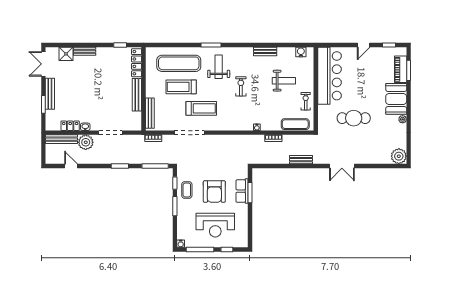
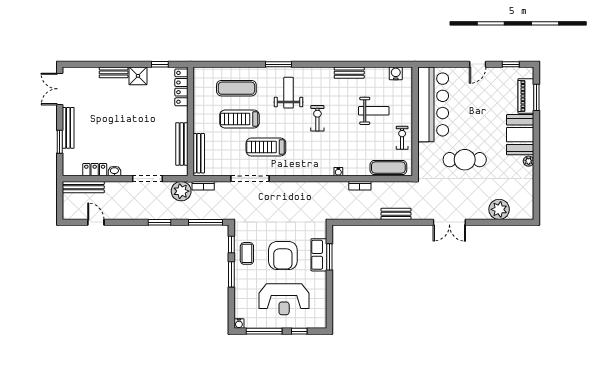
shower: (66, 54) -> (138, 76), moved
exercise mat: (179, 63) -> (236, 88), width x0.73, depth x0.69
bench: (137, 95) -> (182, 144), moved
treadmill: (201, 108) -> (266, 147), turned 180
plant: (86, 142) -> (181, 191), moved
plant: (399, 156) -> (499, 209), moved

